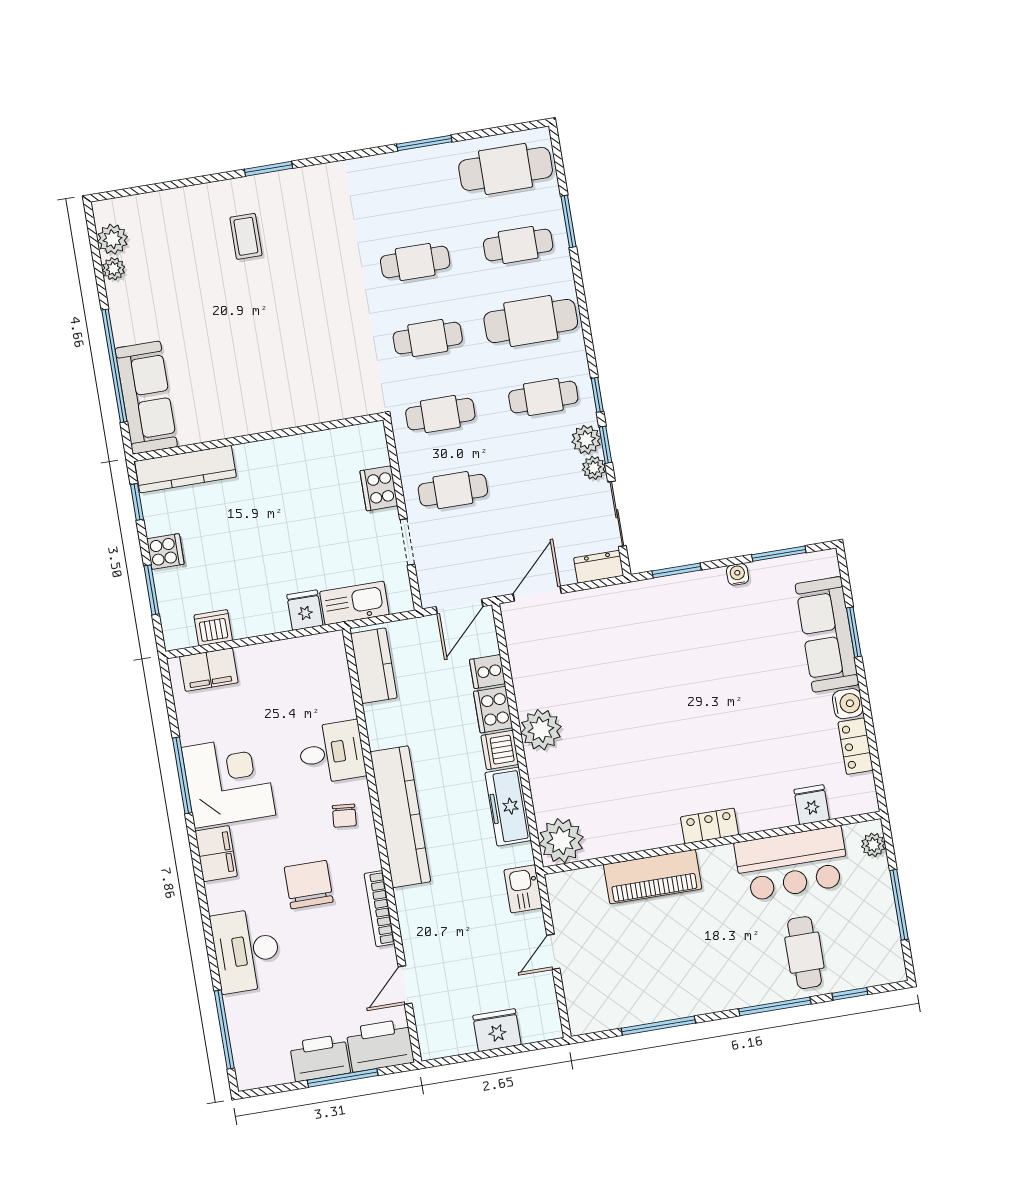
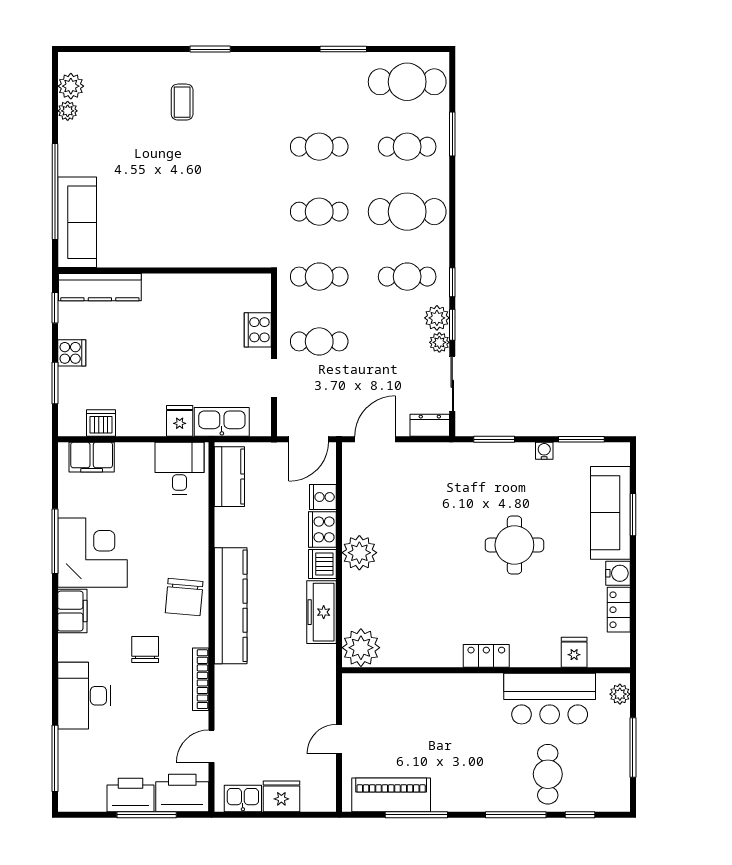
round table: (721, 691) -> (514, 545), added
desk: (332, 752) -> (179, 468), moved, turned -90
chair: (344, 816) -> (184, 597), width x1.87, depth x1.87
piano: (653, 877) -> (391, 795), moved, turned 180
chair: (309, 885) -> (145, 650), width x0.73, depth x0.73
kitchen sink: (523, 889) -> (243, 798), moved, turned 90

